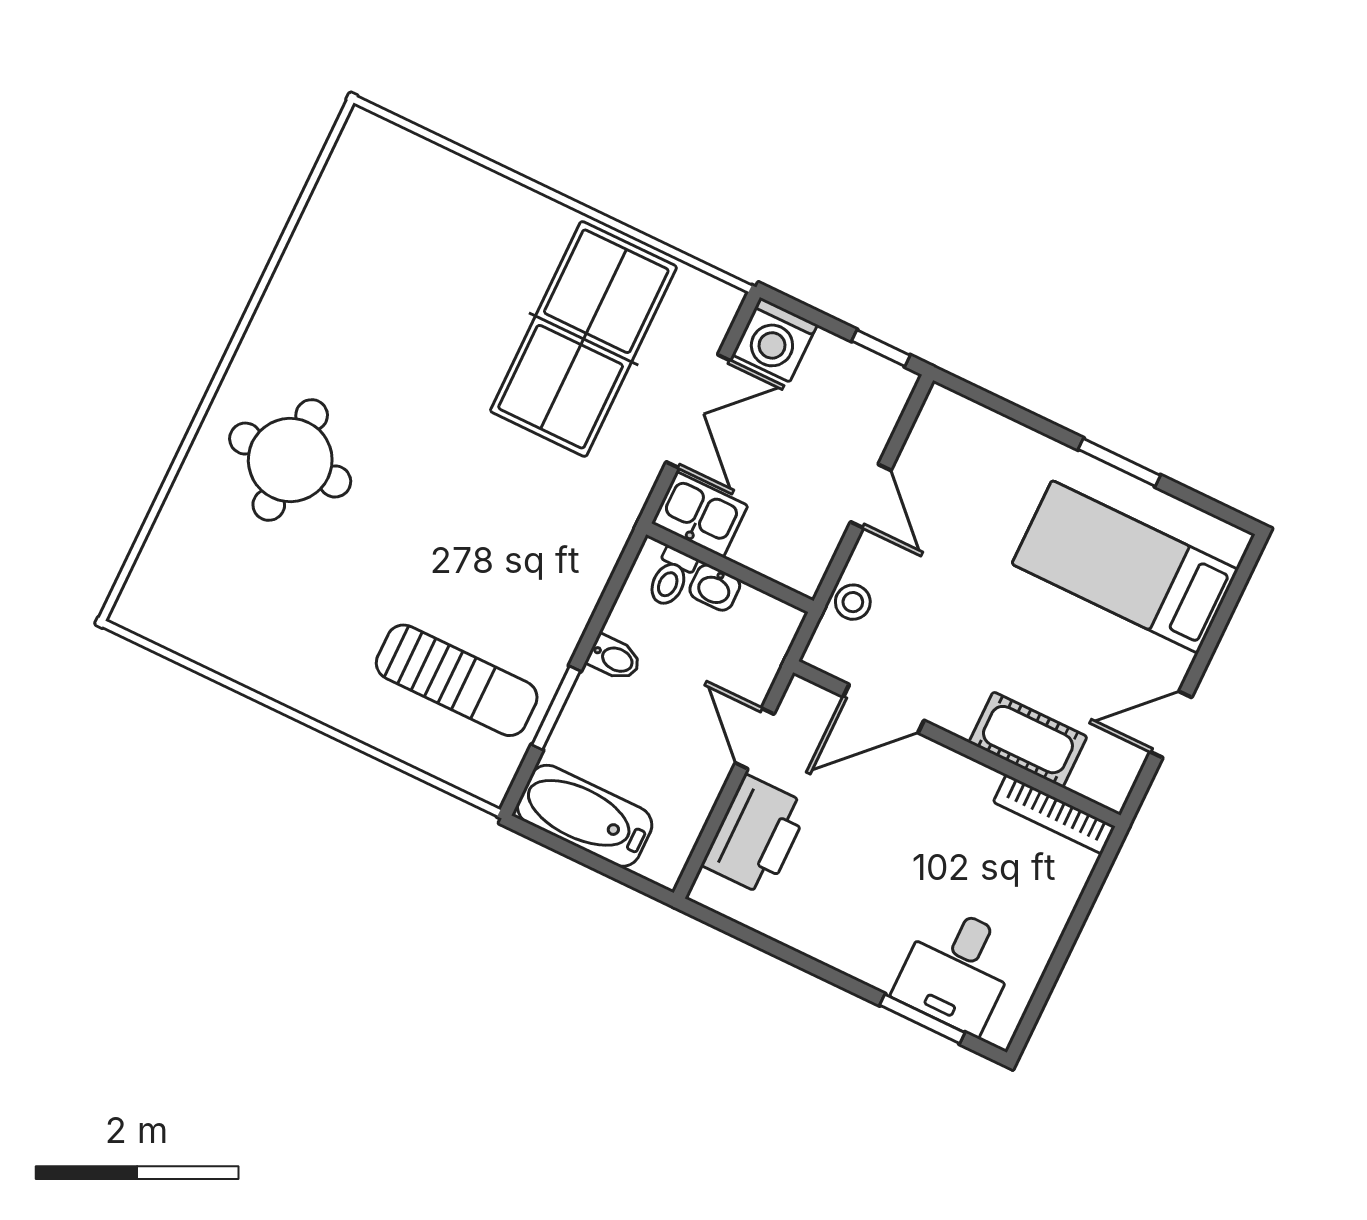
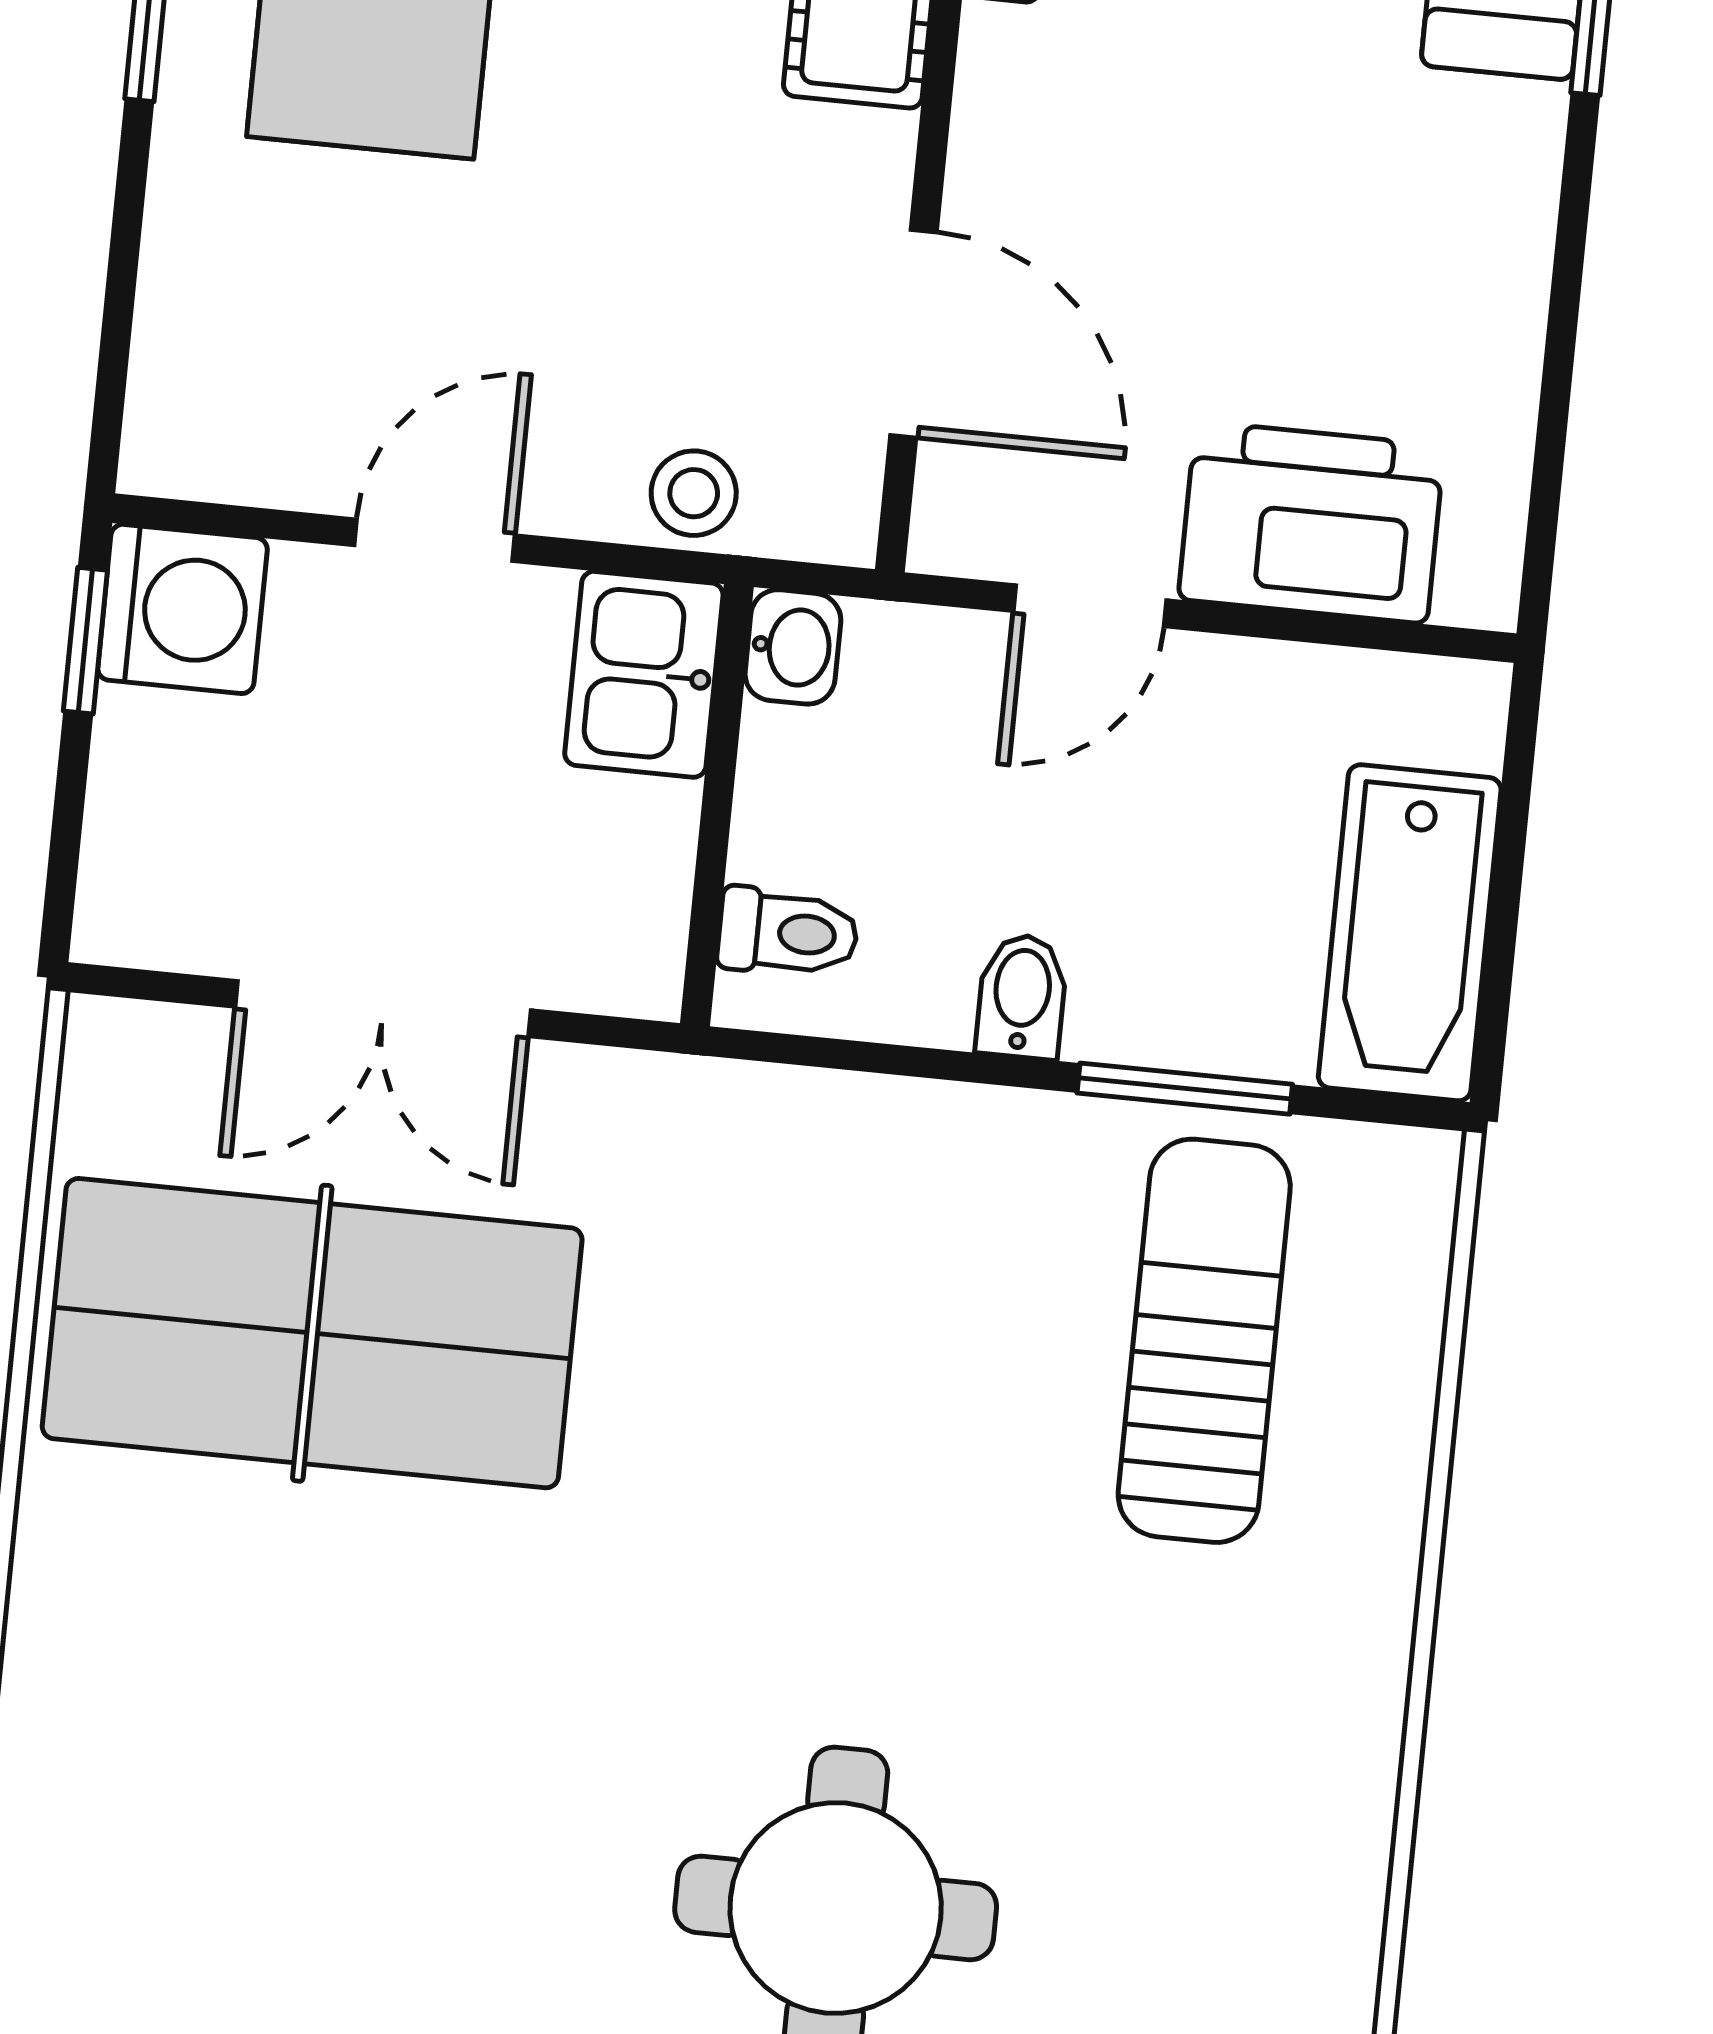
washing machine: (775, 340) -> (182, 609), moved
double door: (698, 411) -> (383, 1009), swing flipped
kitchen sink: (700, 514) -> (644, 674), moved
washbasin: (715, 588) -> (793, 647), moved

